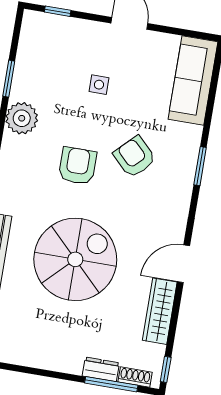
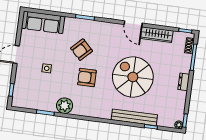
dresser: (101, 369) -> (184, 82), moved

